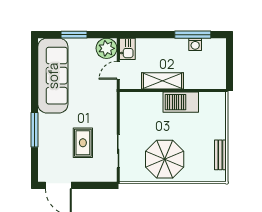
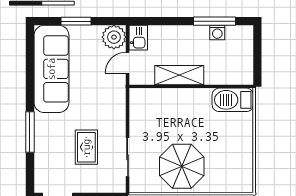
barbecue: (181, 102) -> (233, 100), moved
bench: (220, 155) -> (247, 161), removed

